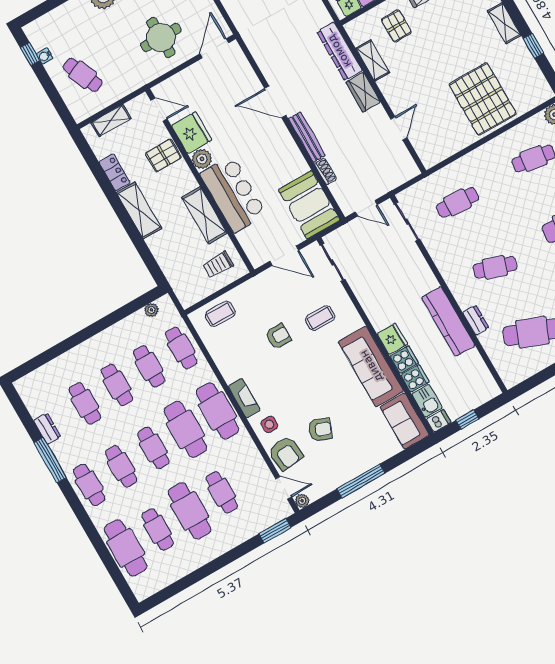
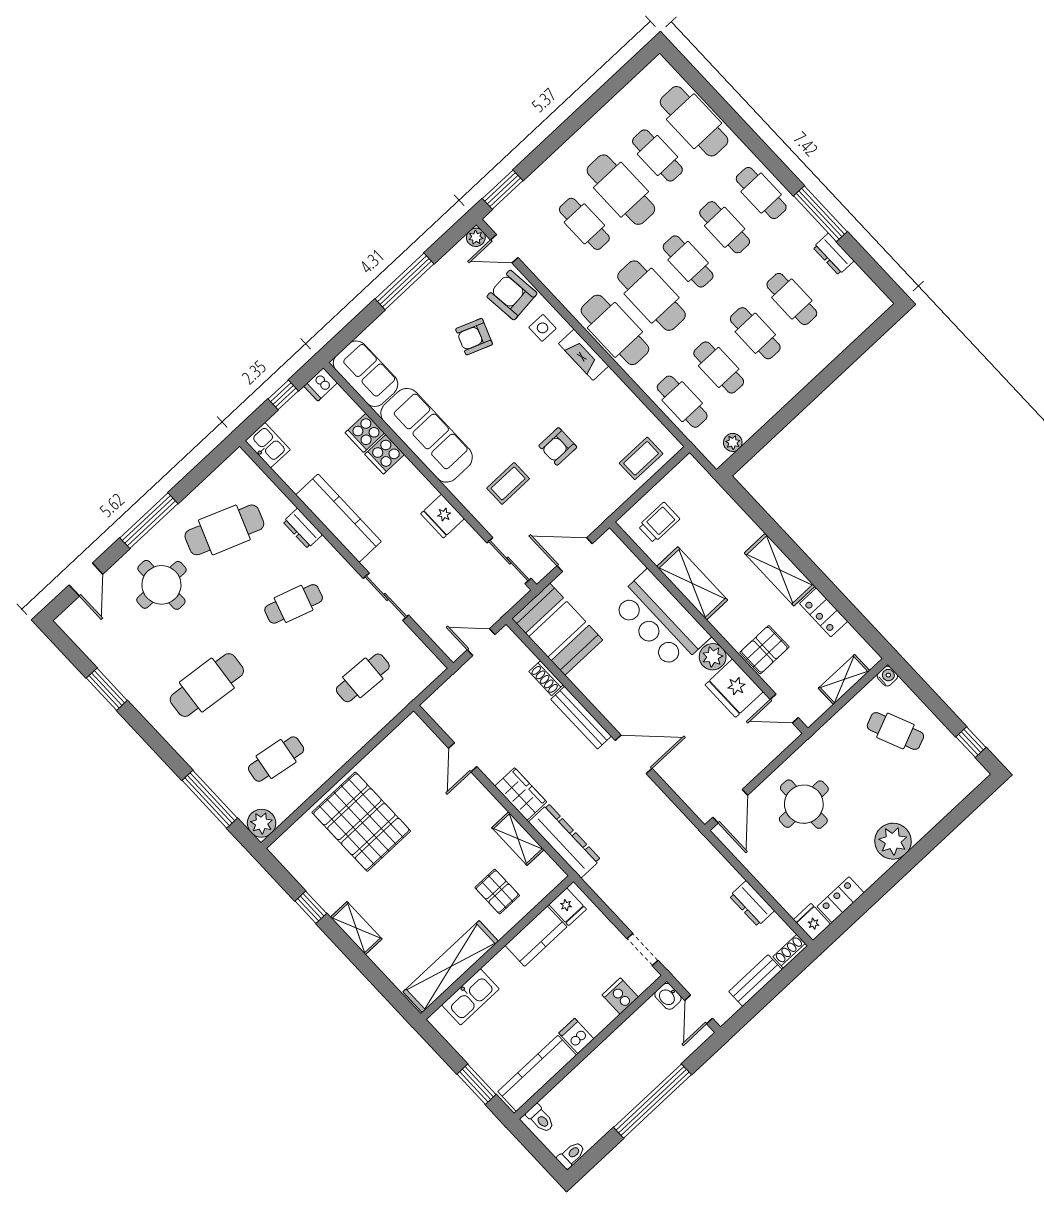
water cooler: (45, 56) -> (887, 676), moved
sliding door: (407, 222) -> (386, 597), moved
fridge: (392, 339) -> (443, 516), moved
kitchen sink: (427, 401) -> (268, 445), moved, turned 180

